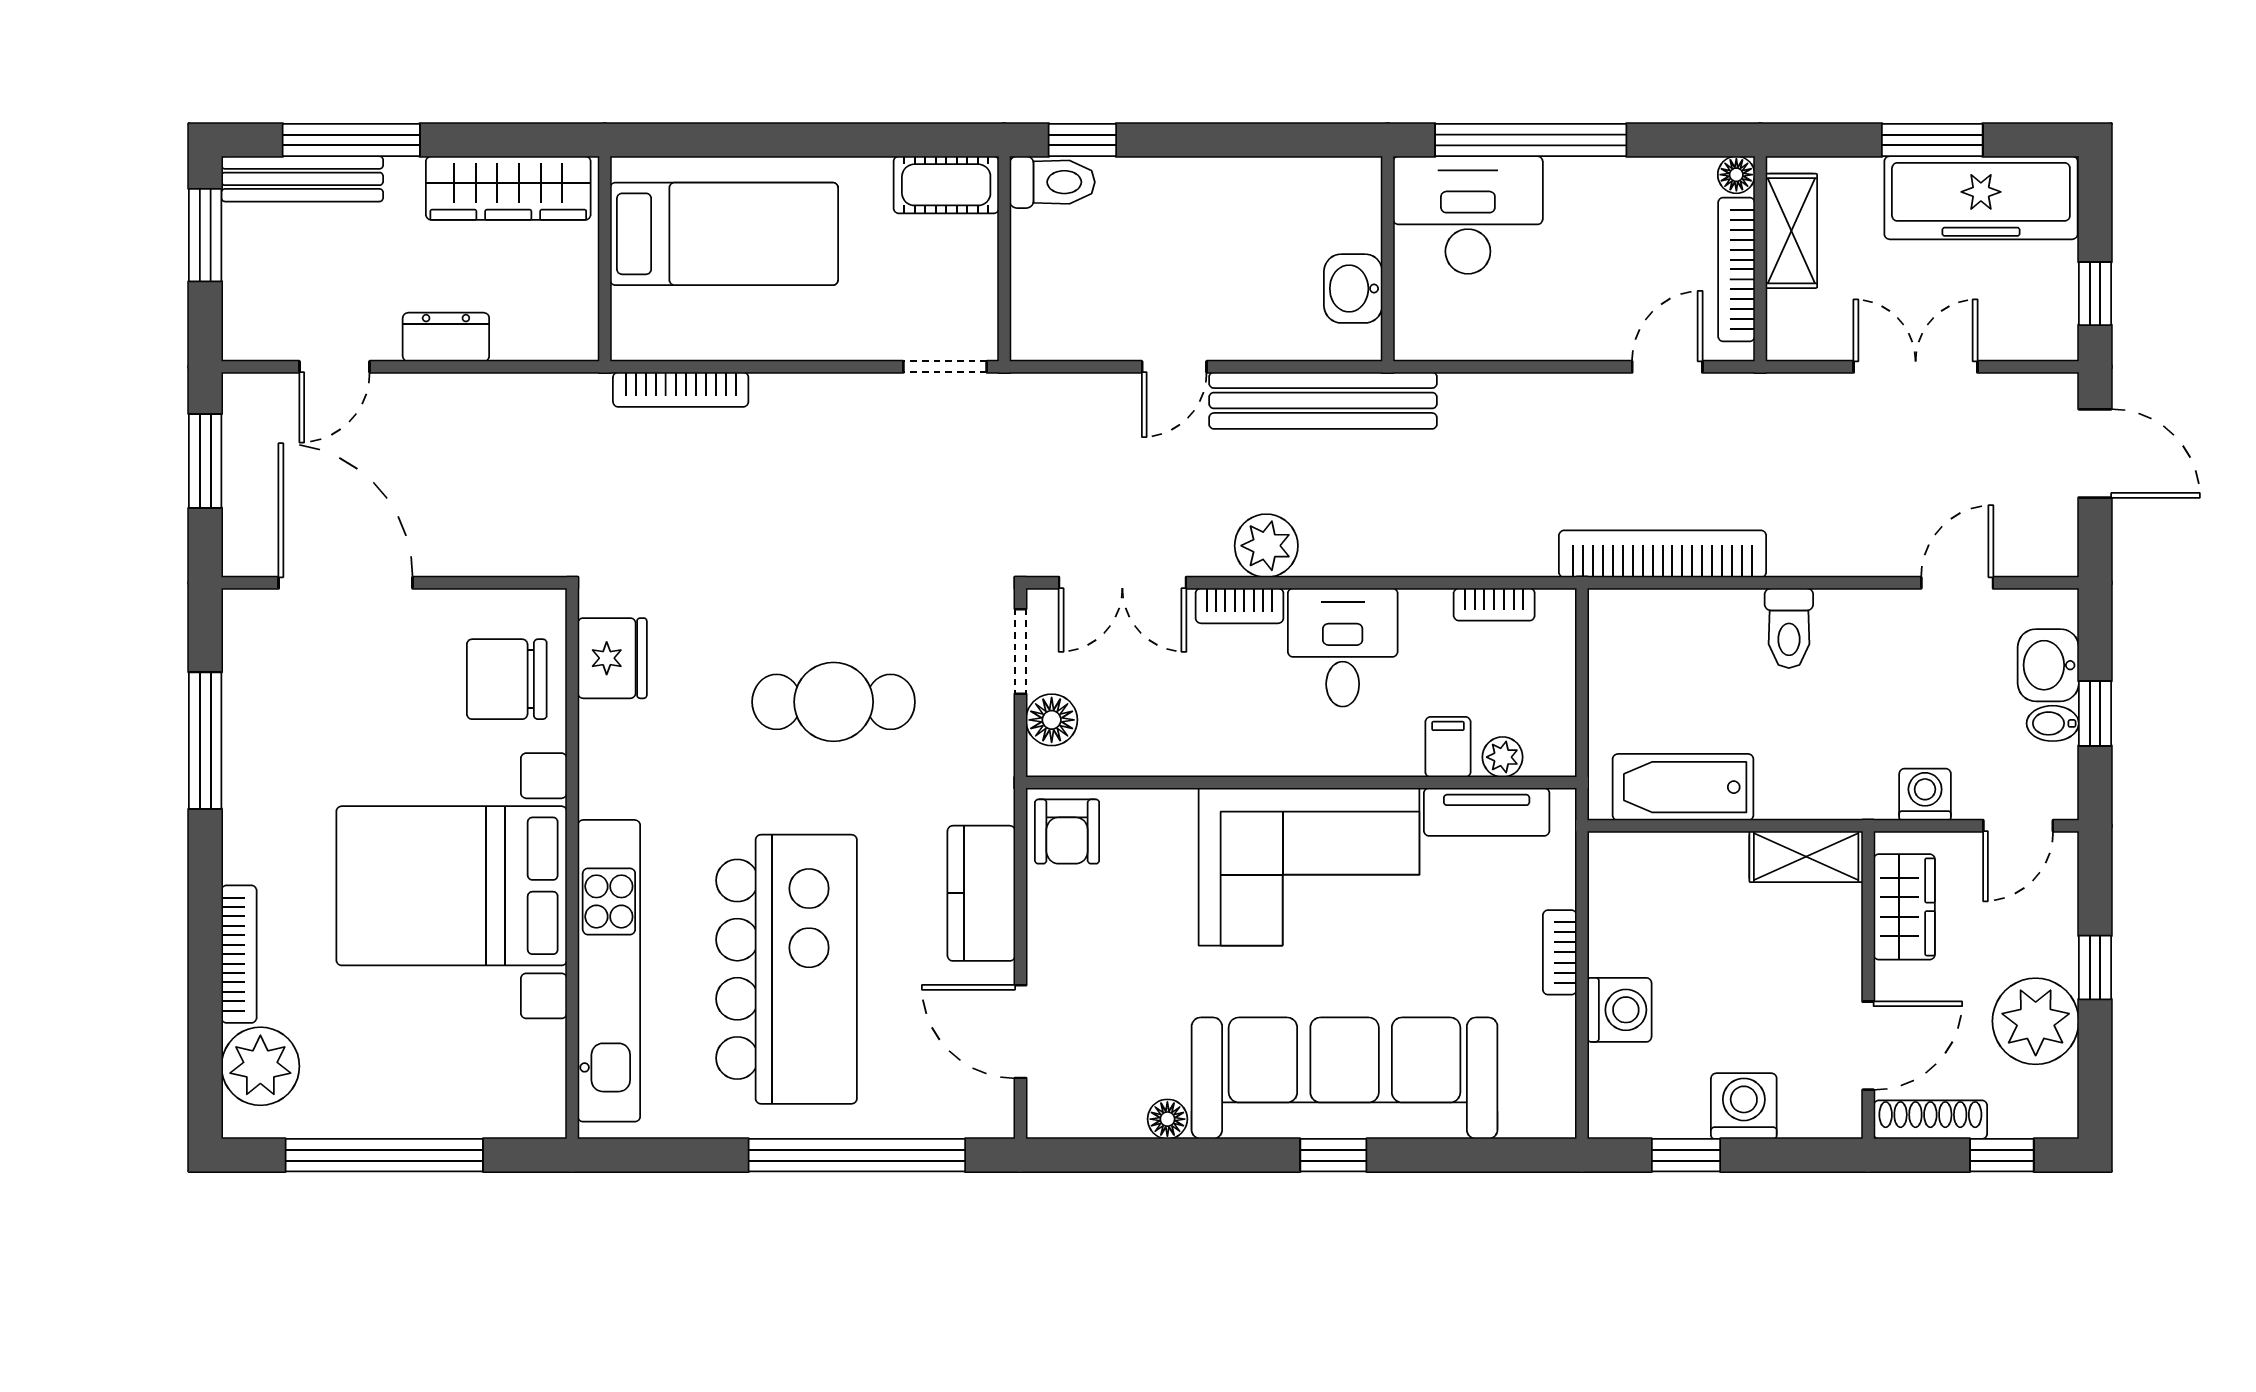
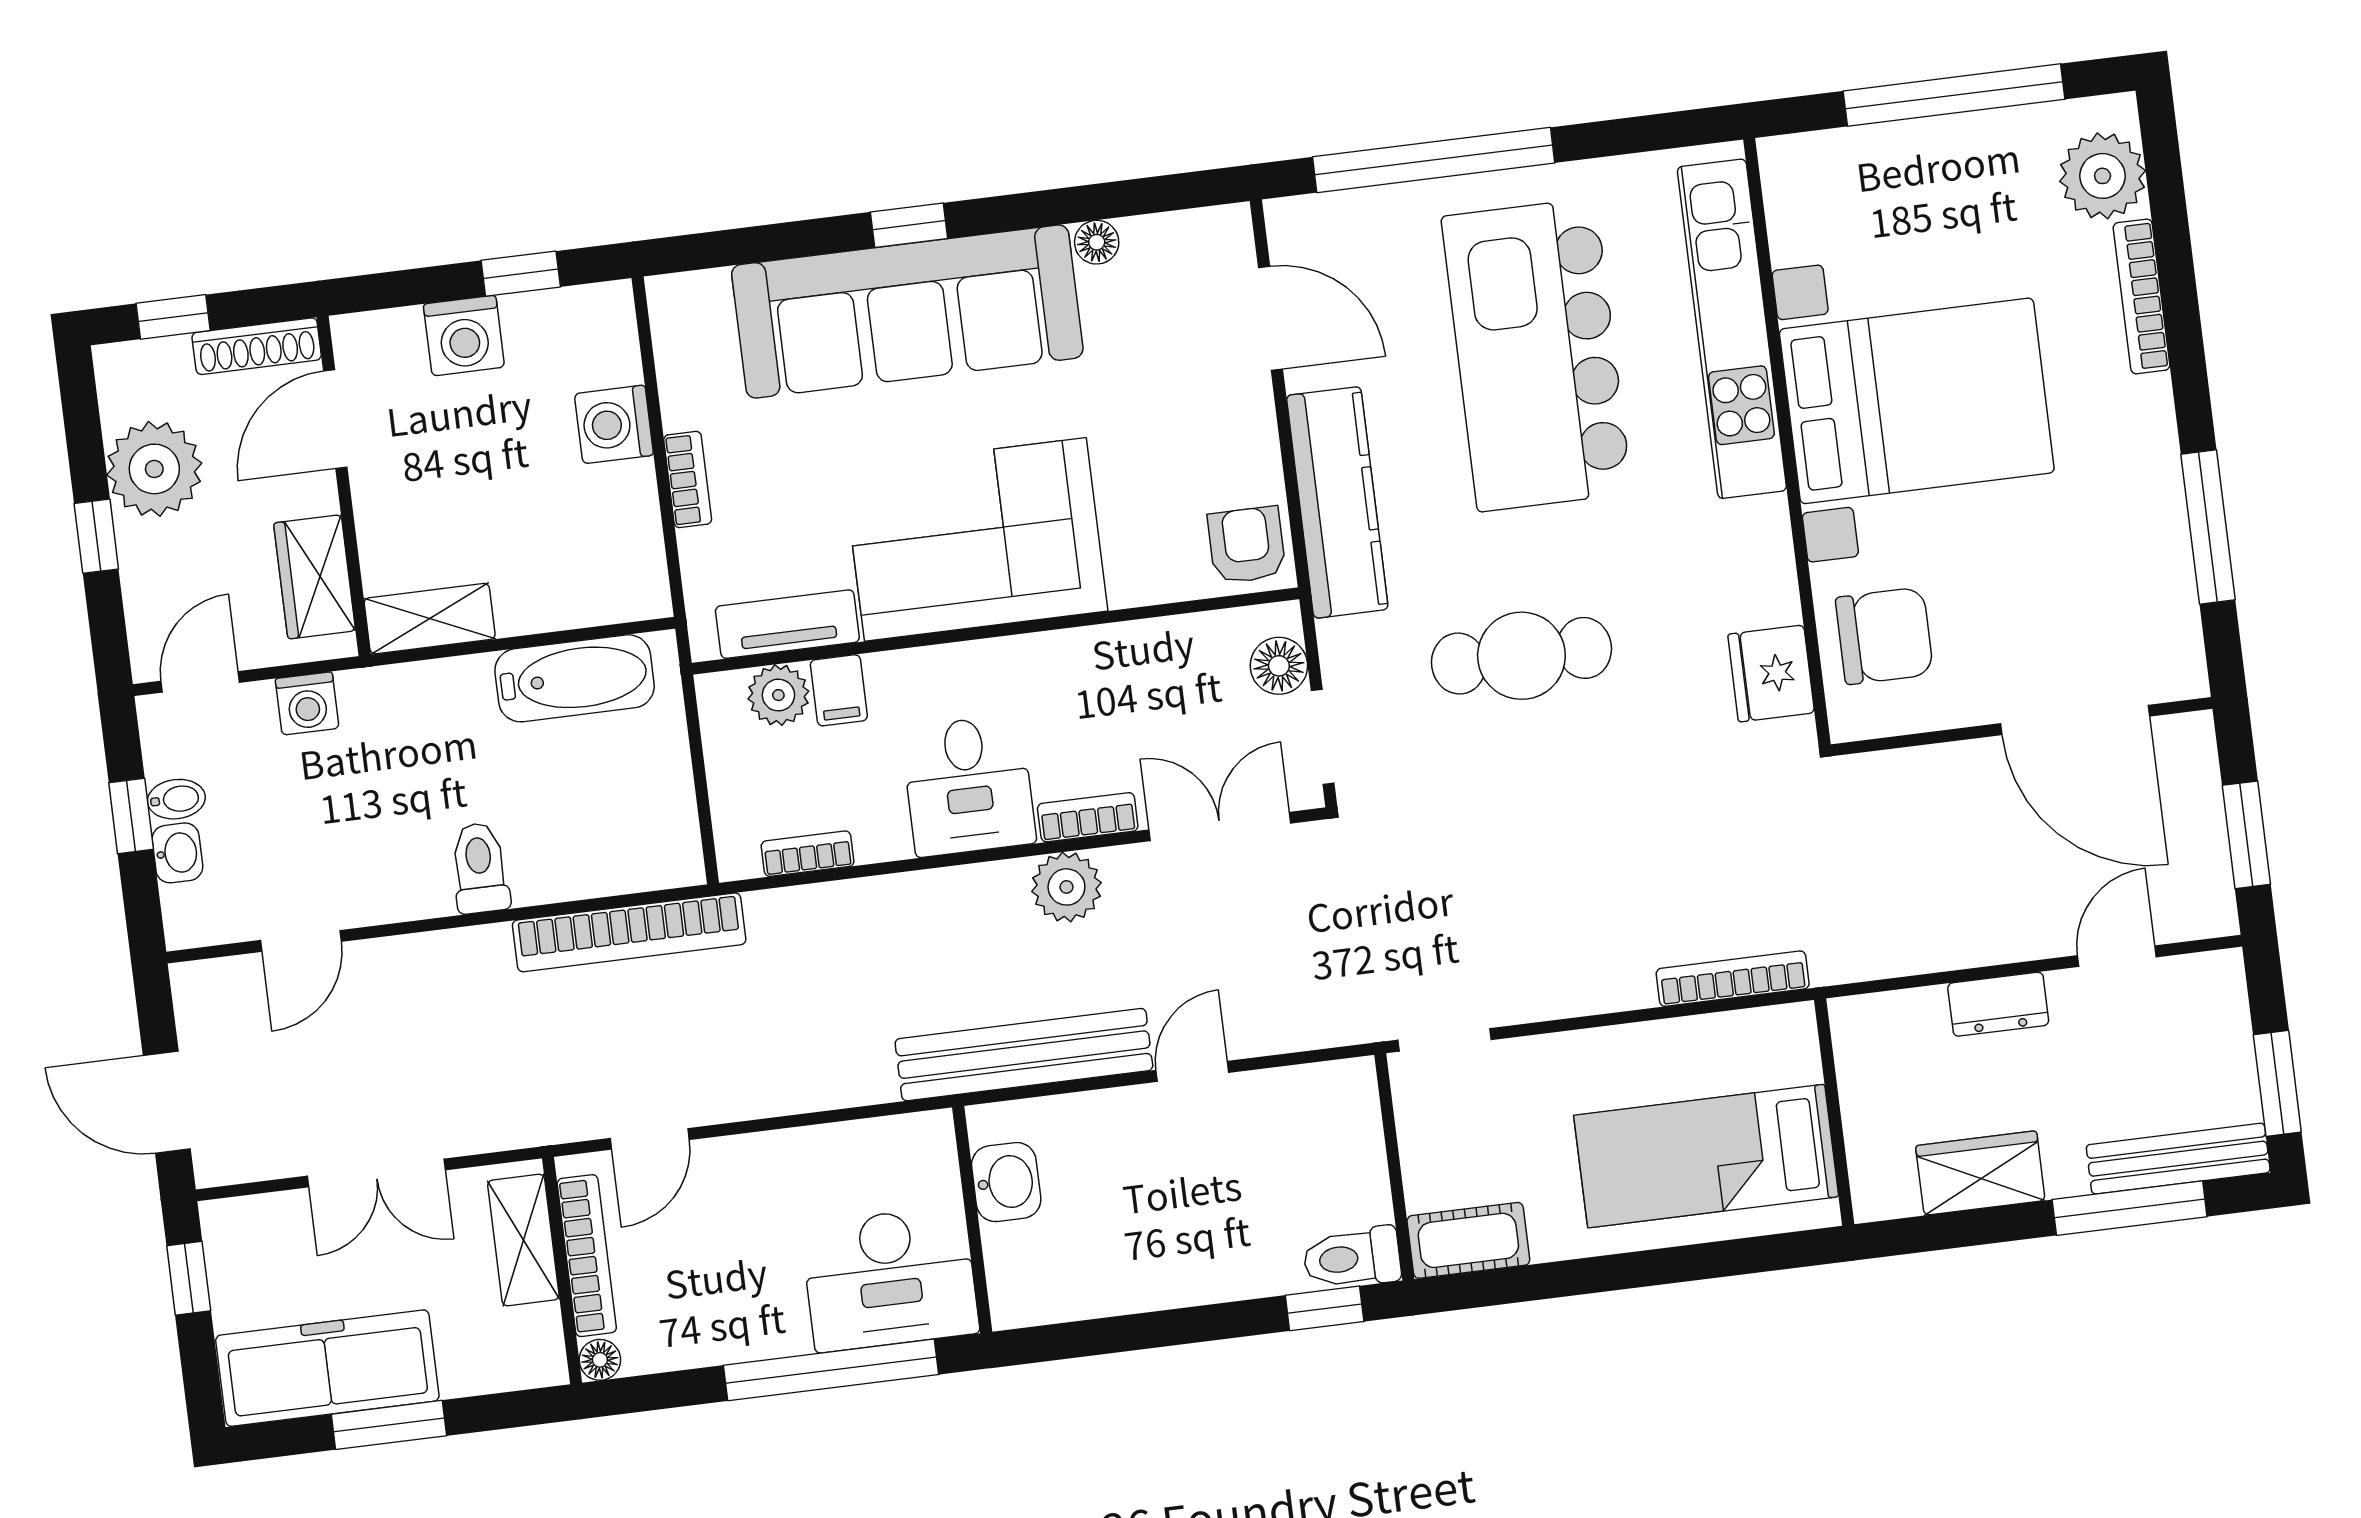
wardrobe: (508, 188) -> (1980, 1173), width x0.67
shelving: (1791, 231) -> (523, 1240), moved
washbasin: (2048, 665) -> (177, 853), width x0.72, depth x0.69
plant: (1503, 757) -> (778, 695), width x1.38, depth x1.38
kitchen counter: (981, 893) -> (1337, 502), width x1.50

